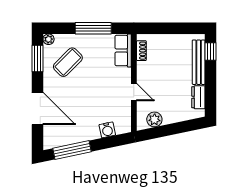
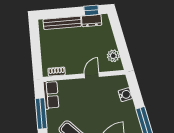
row of seats: (123, 50) -> (51, 95), moved, turned -90
window: (211, 52) -> (91, 10), moved

